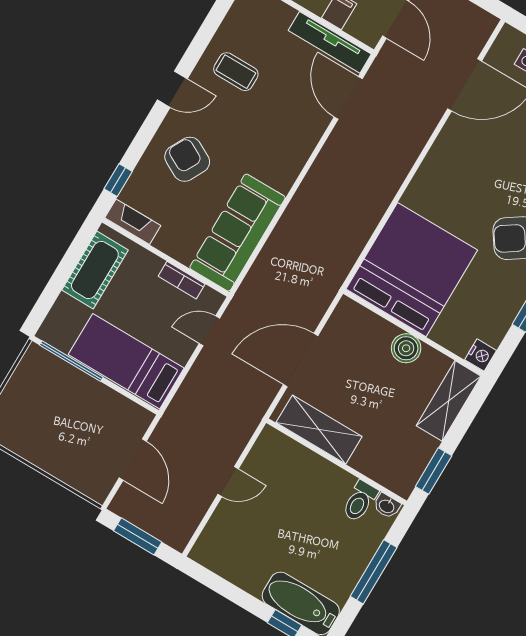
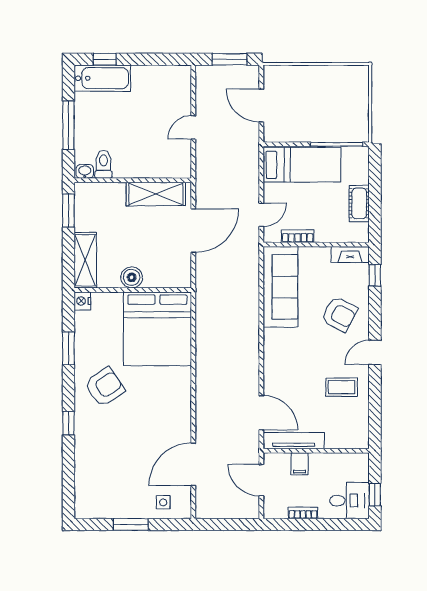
cot: (95, 270) -> (359, 203), width x0.73, depth x0.75

